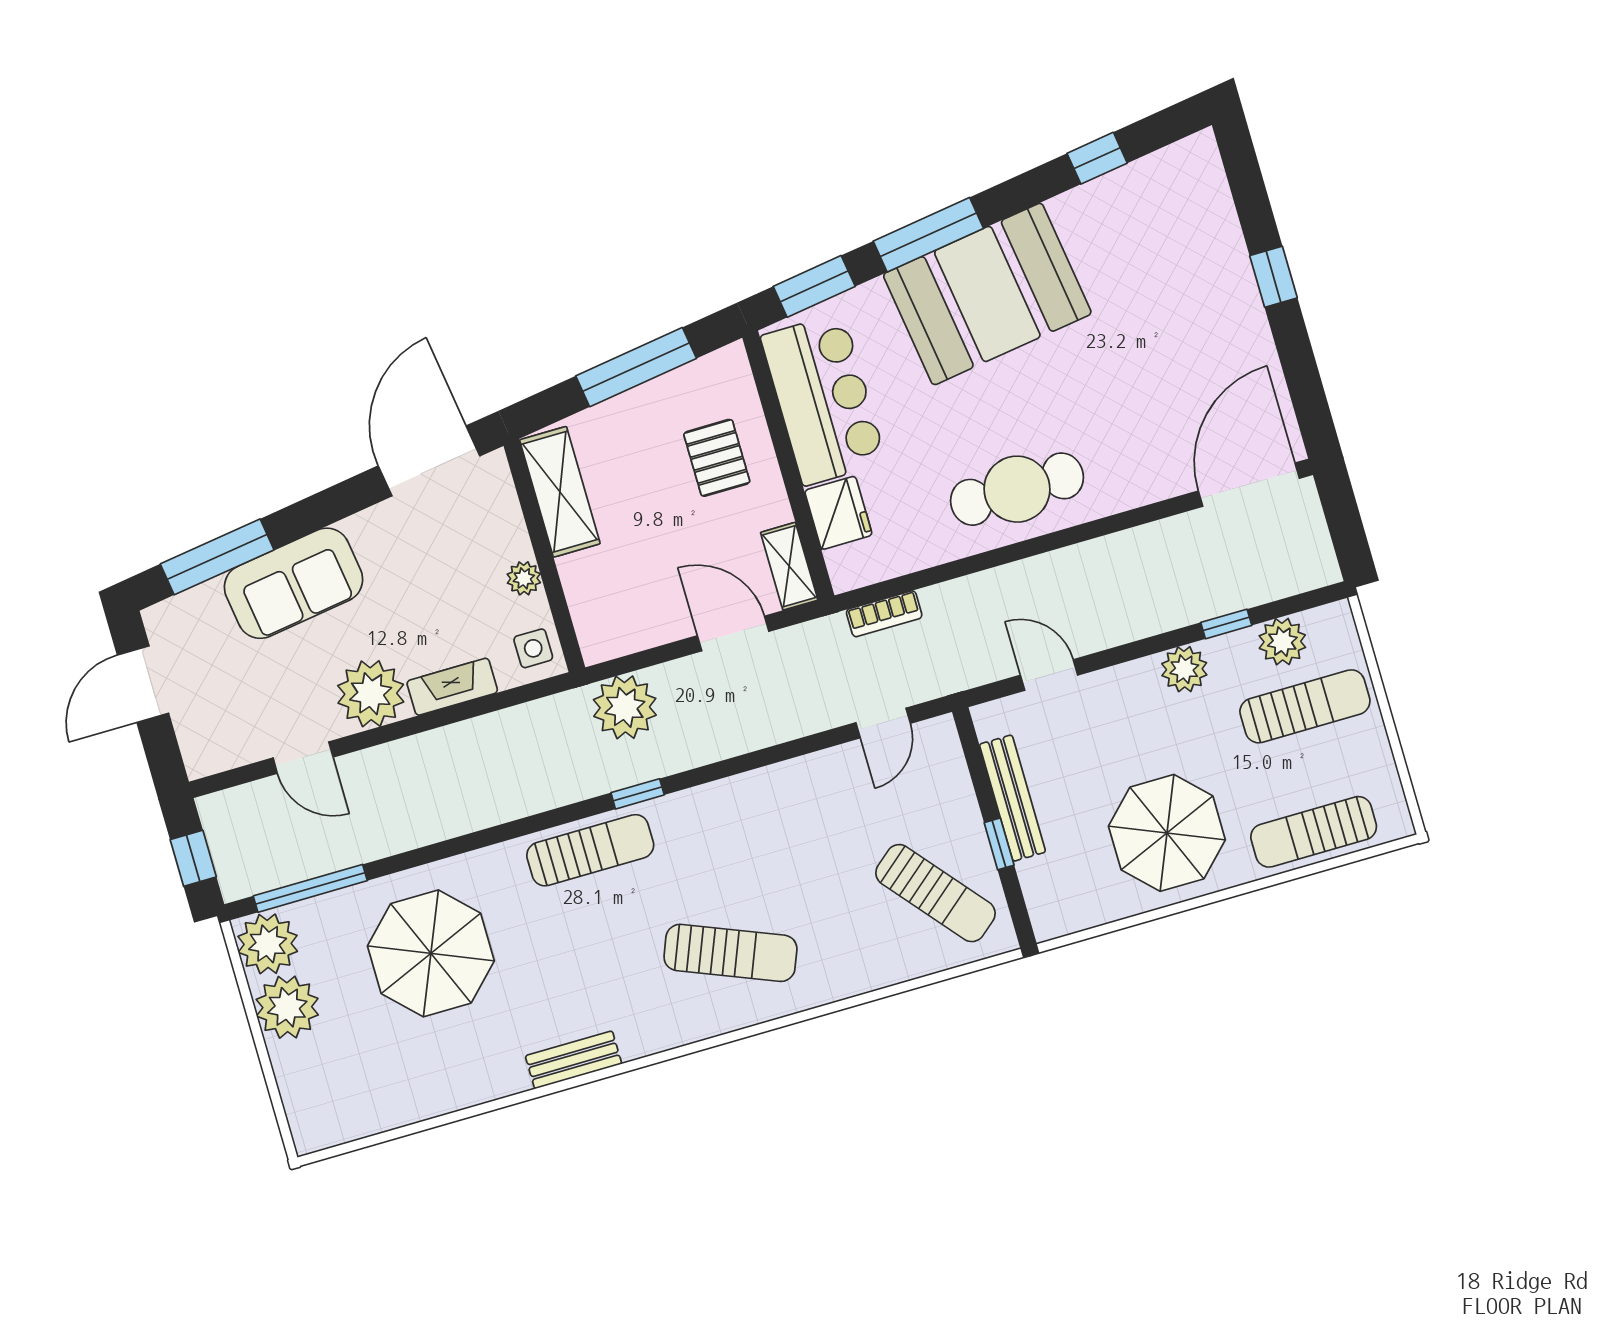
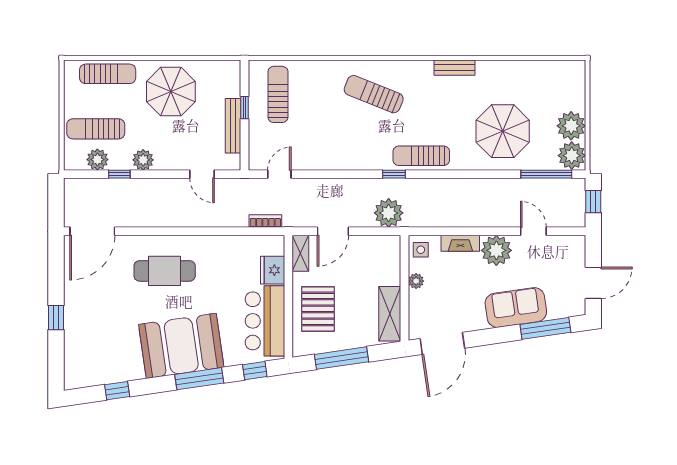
window: (814, 286) -> (255, 371), width x0.67
pallet: (717, 458) -> (318, 309), width x1.50, depth x1.42
cafe table: (1017, 489) -> (165, 271), moved
door: (733, 633) -> (333, 231), hinge flipped
sun lounger: (935, 893) -> (278, 94), turned 40

